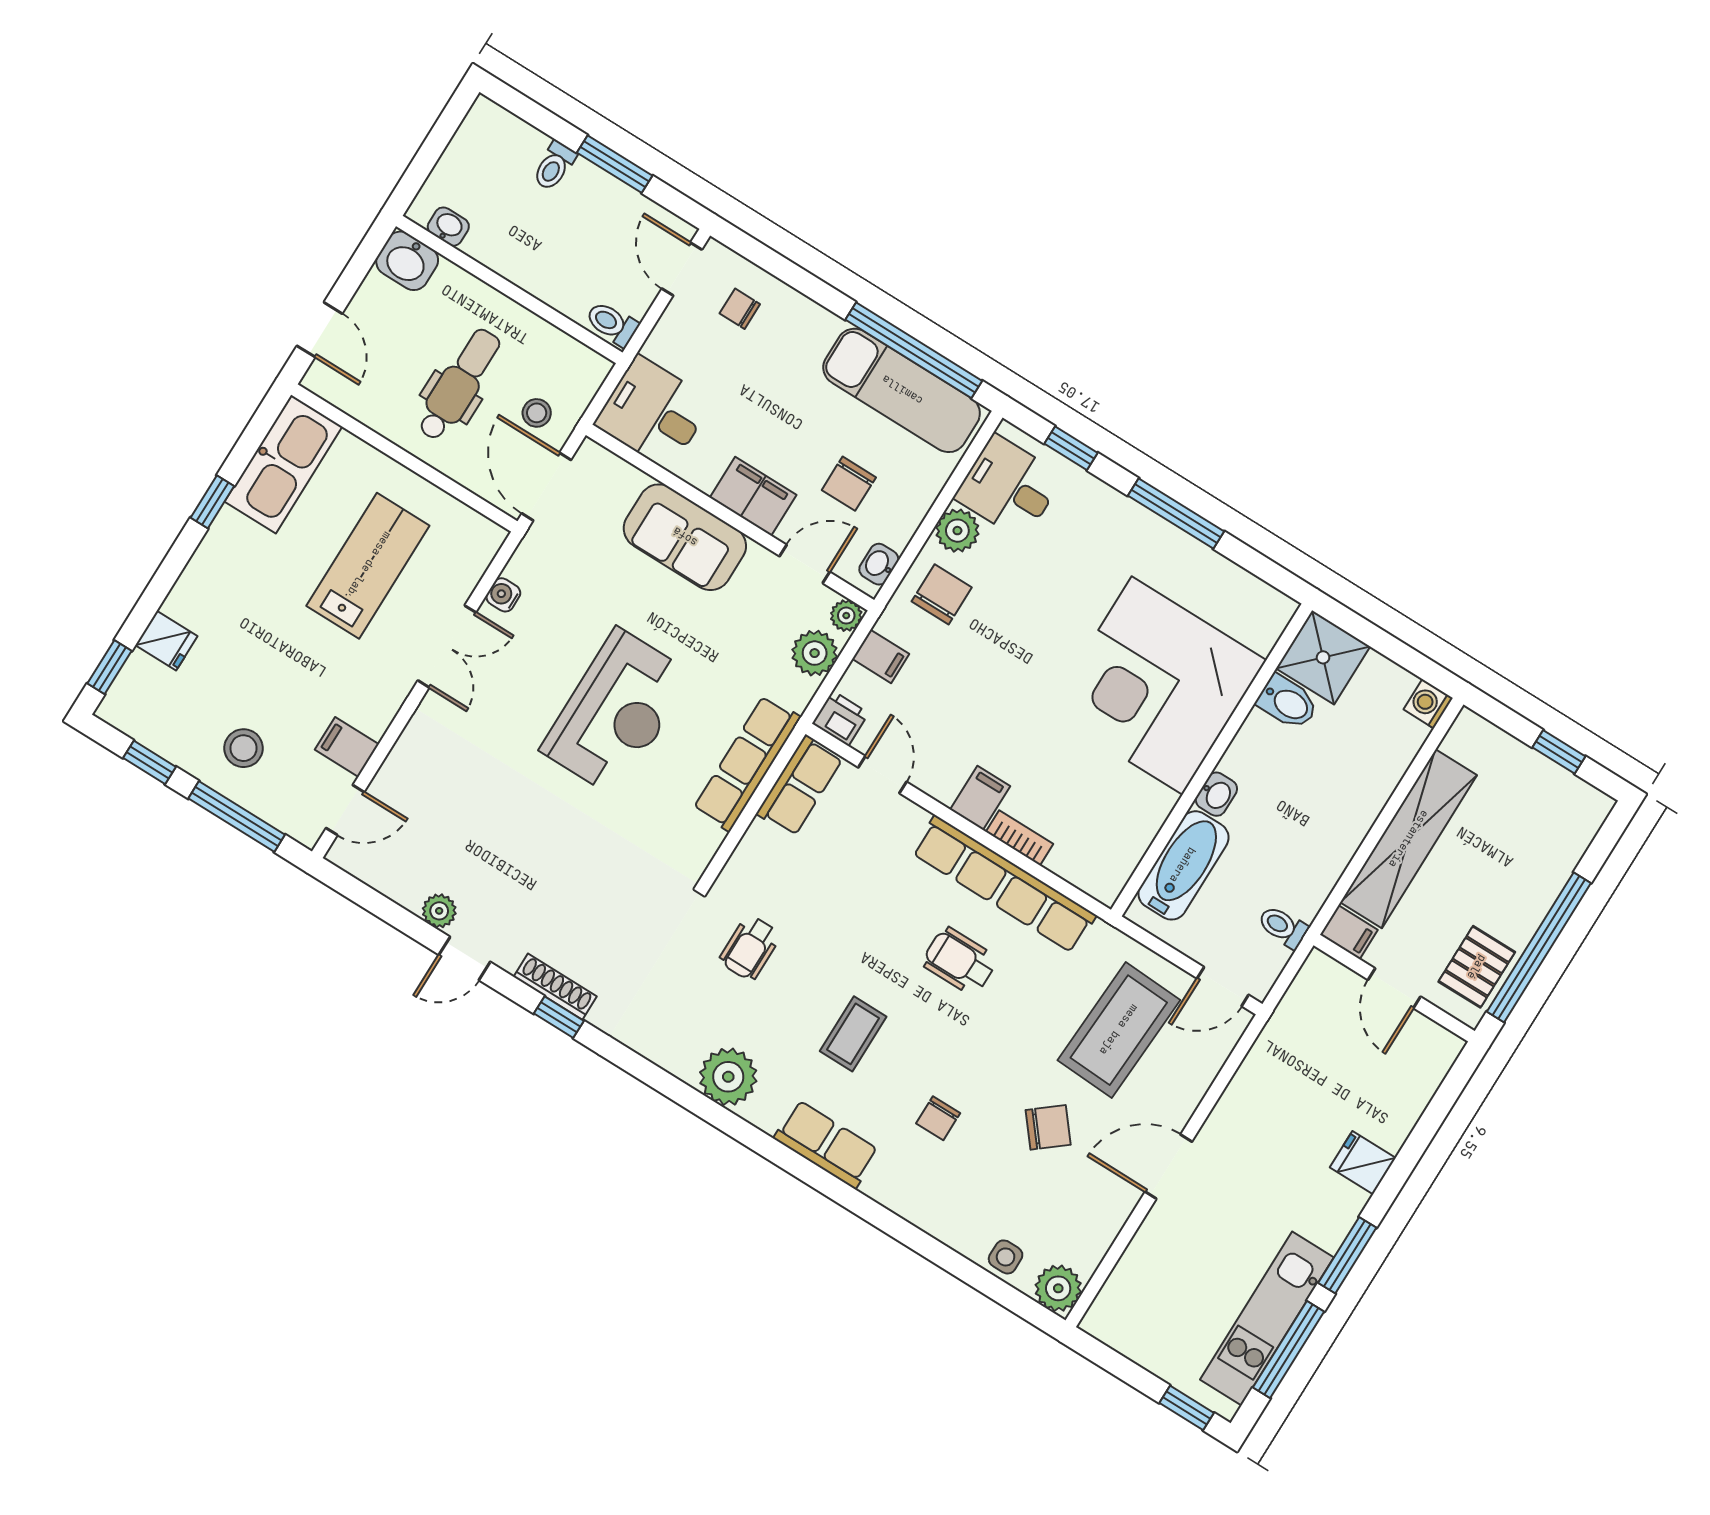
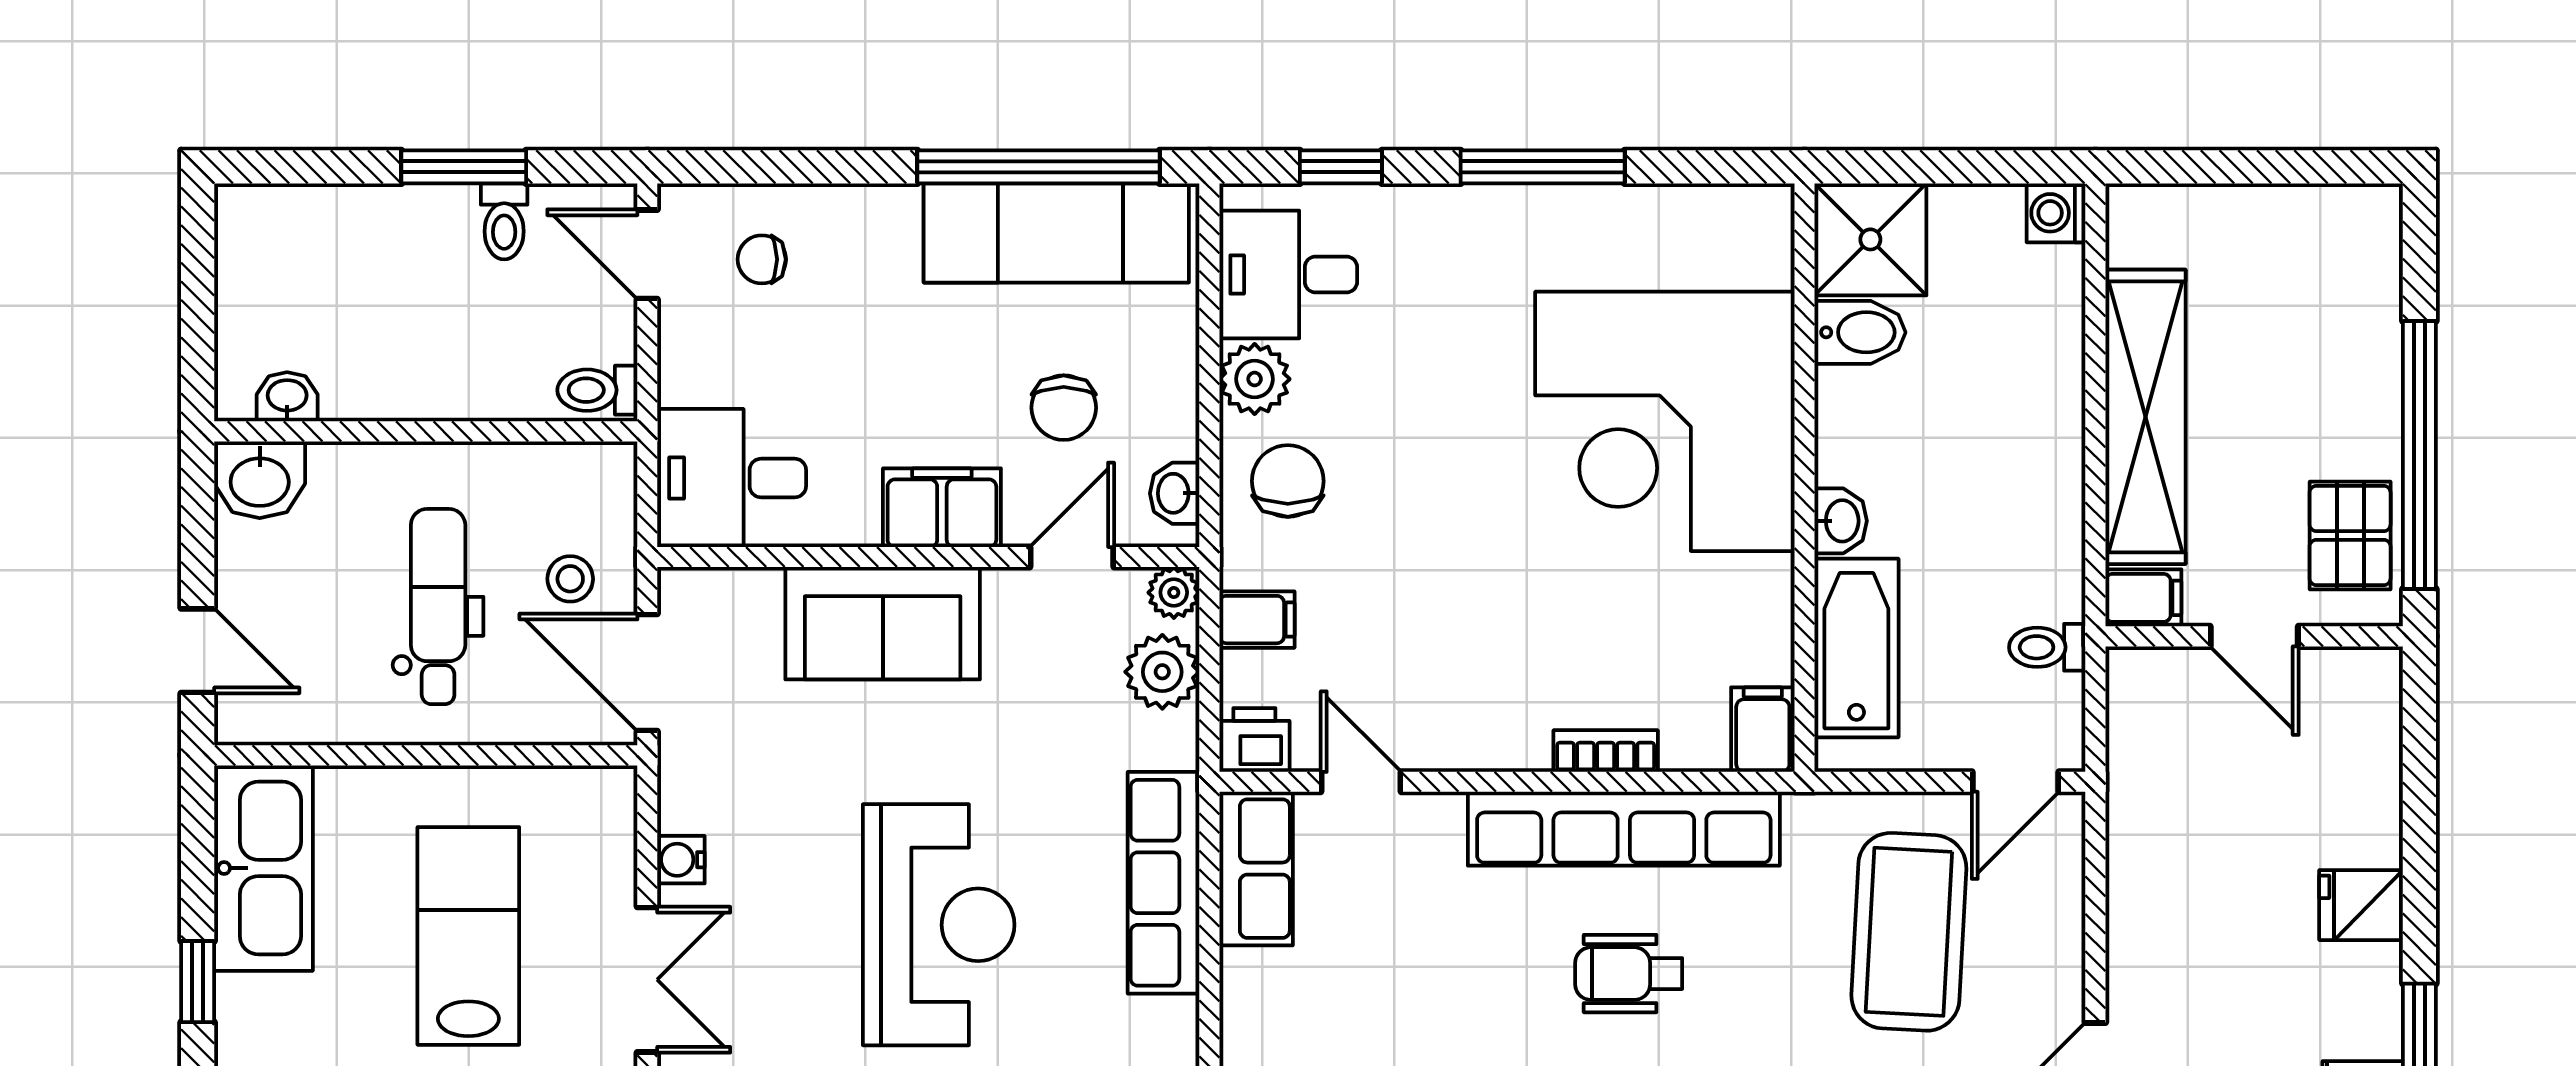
toilet: (554, 166) -> (504, 221), moved
window: (1559, 752) -> (2279, 167), removed
filing cabinet: (980, 798) -> (1763, 730), moved

